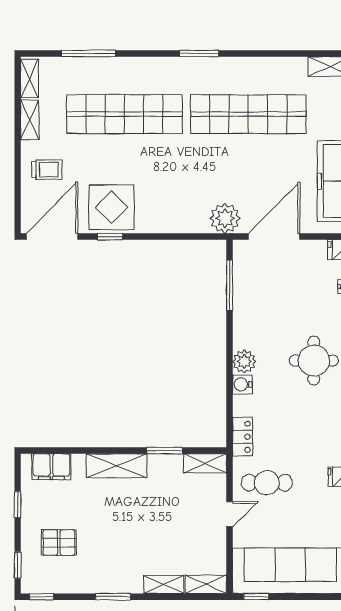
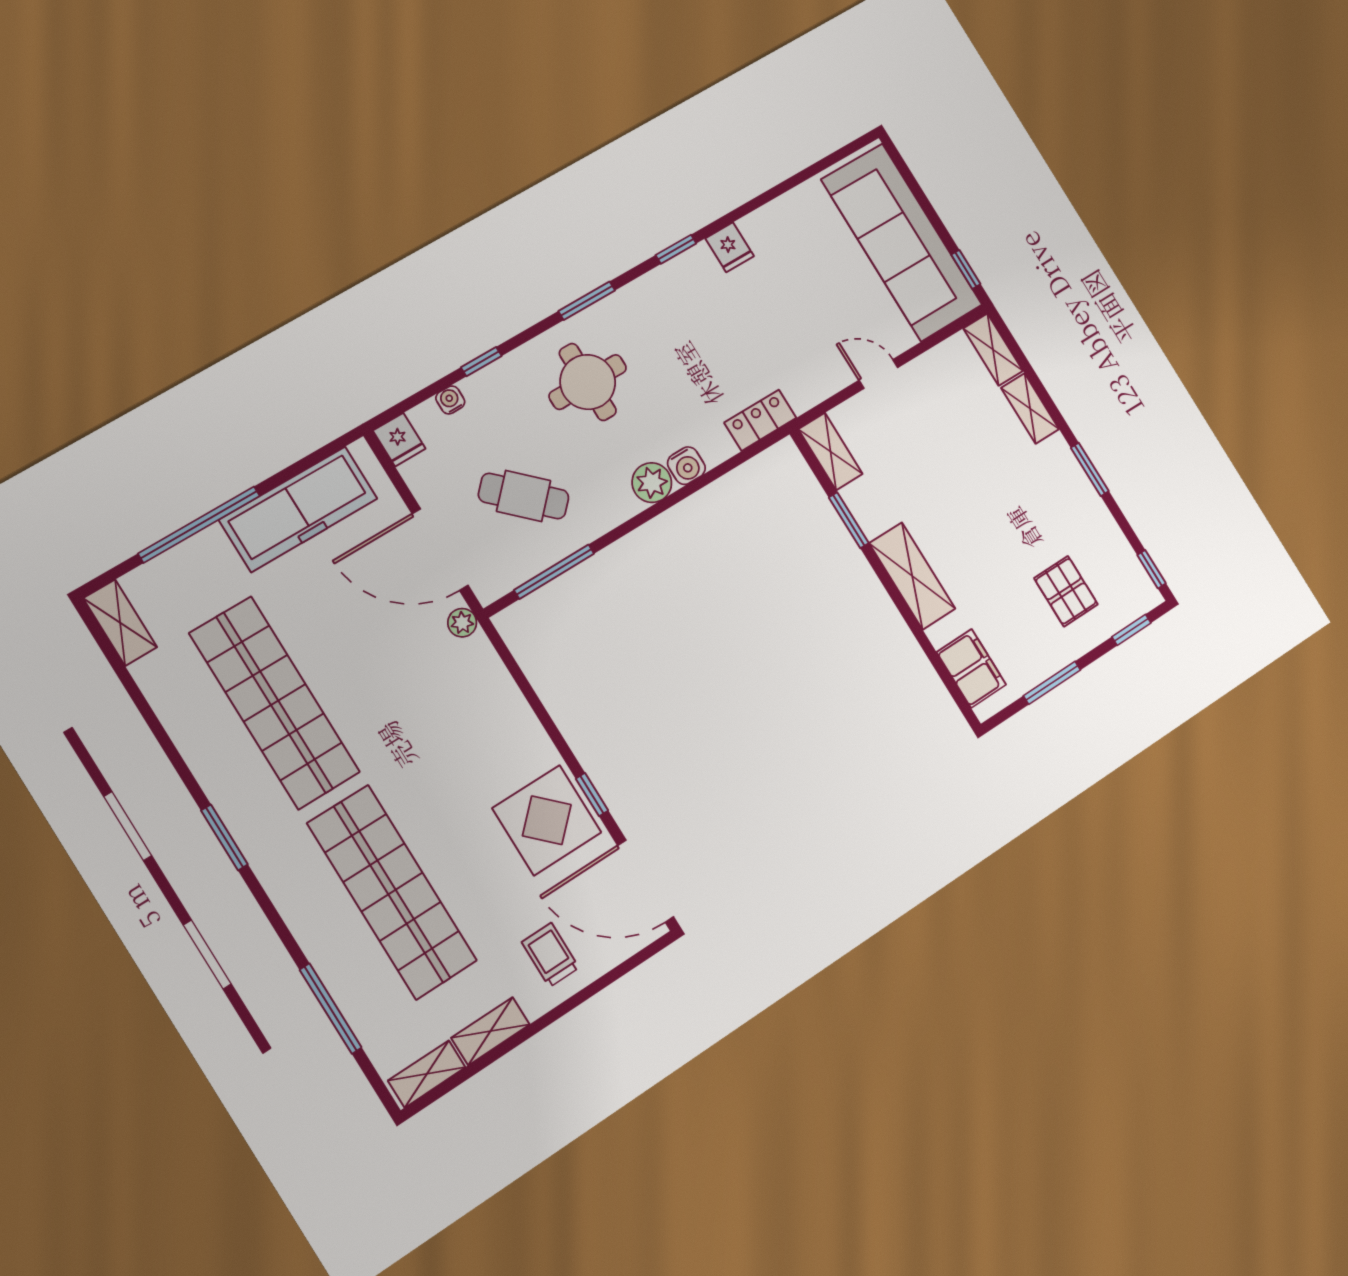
plant: (225, 218) -> (462, 623), width x0.53, depth x0.53
cafe table: (267, 483) -> (524, 496), moved, turned -46
window: (18, 505) -> (1052, 683), width x1.50

